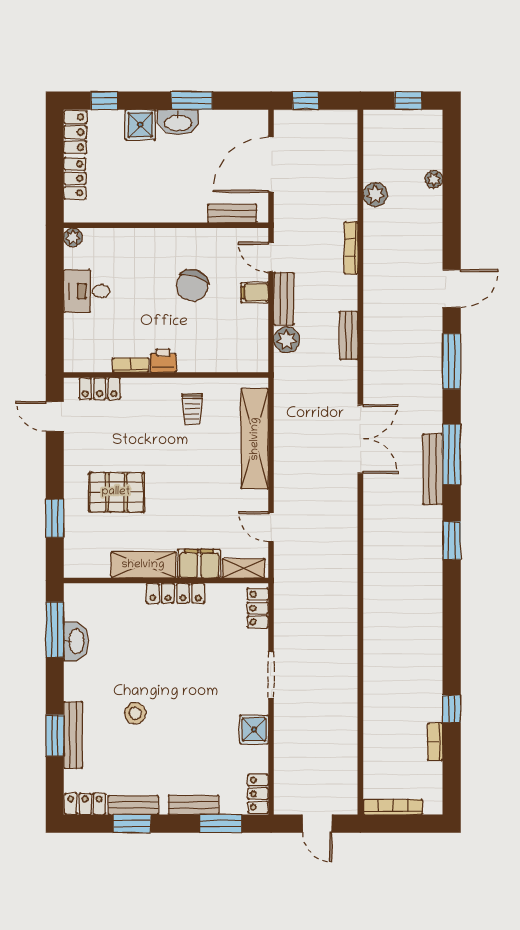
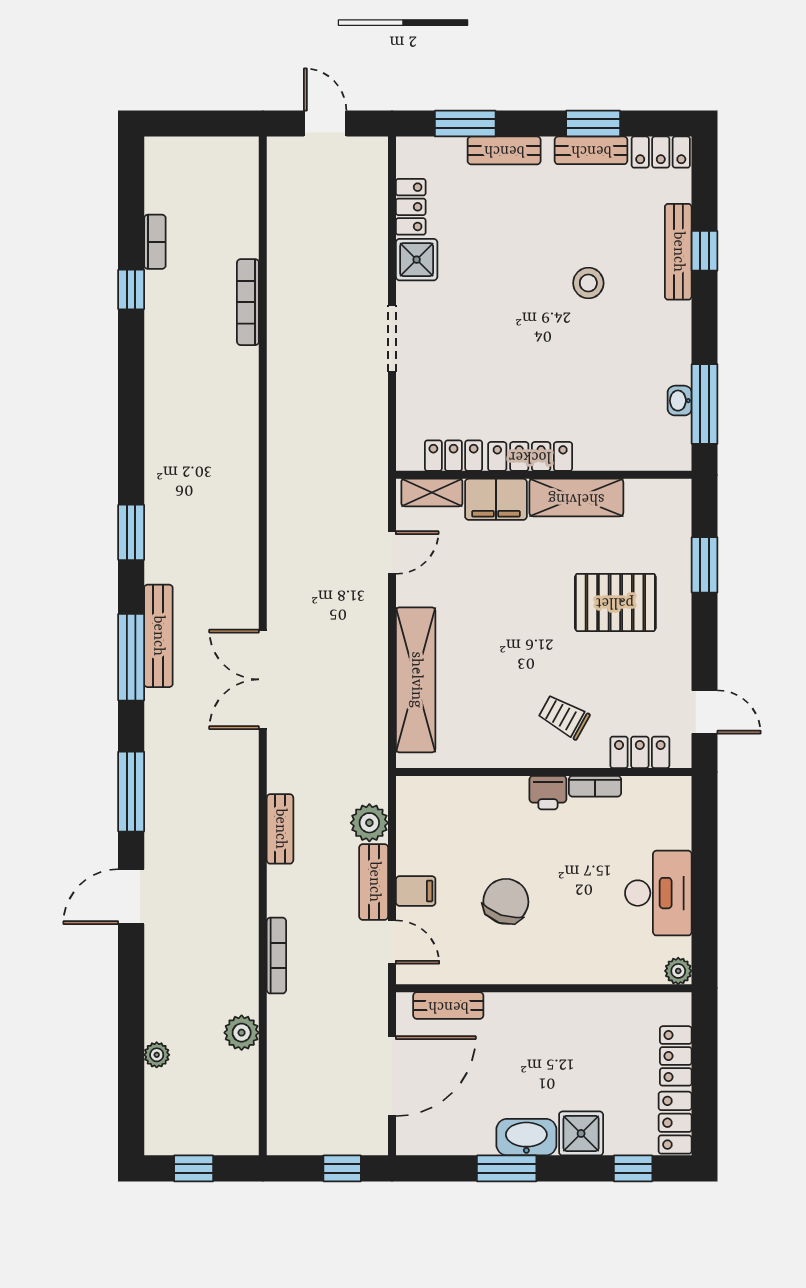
desk: (87, 291) -> (658, 893), width x1.37
trolley: (192, 409) -> (564, 717), moved, turned -61
door: (271, 527) -> (392, 553), hinge flipped
locker: (258, 608) -> (454, 456), moved, turned -90
washbasin: (76, 641) -> (680, 401), width x0.52, depth x0.69
window: (55, 736) -> (705, 251), width x0.67
locker: (258, 794) -> (411, 207), moved
bookcase: (393, 807) -> (248, 302), moved, turned 90

